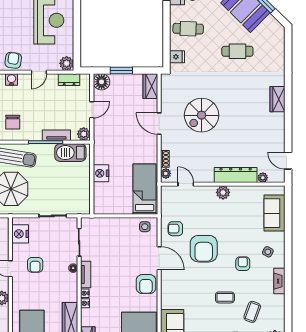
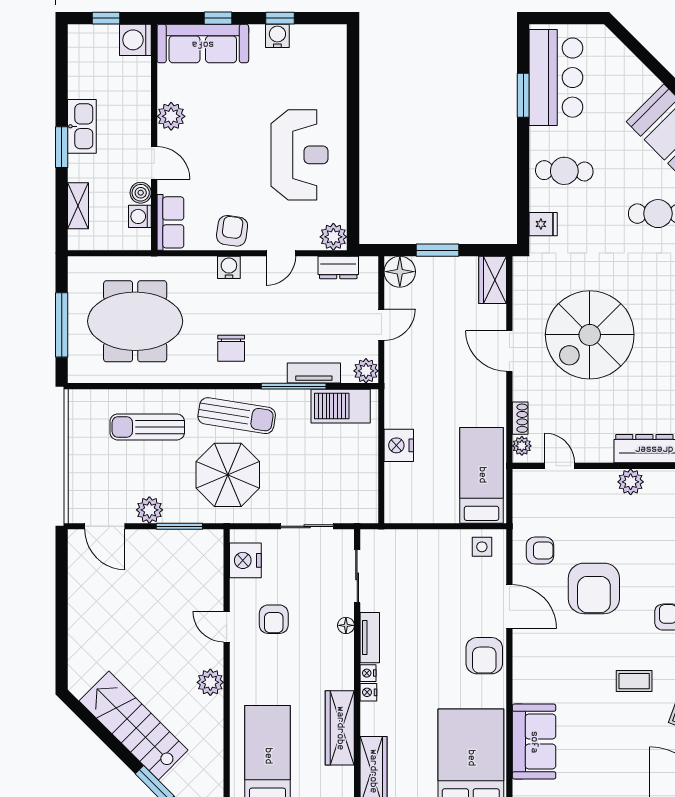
spiral stairs: (202, 115) -> (590, 335), width x1.37, depth x1.37
armchair: (175, 229) -> (540, 551), turned 180

